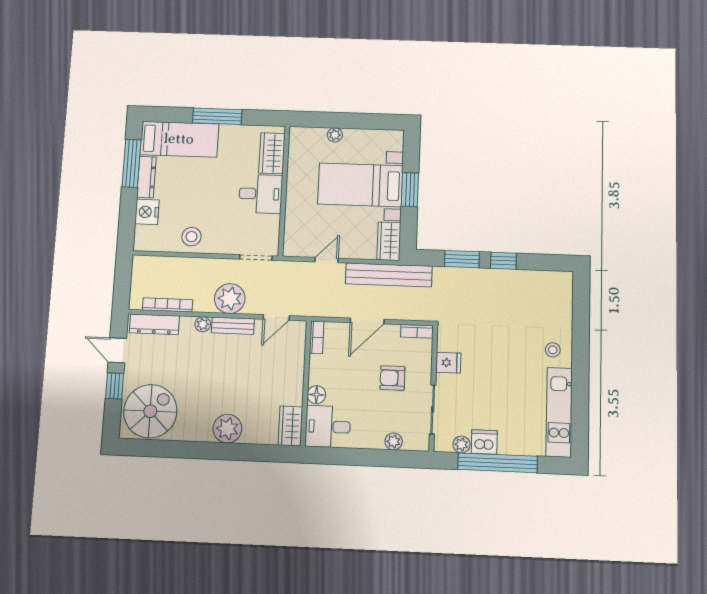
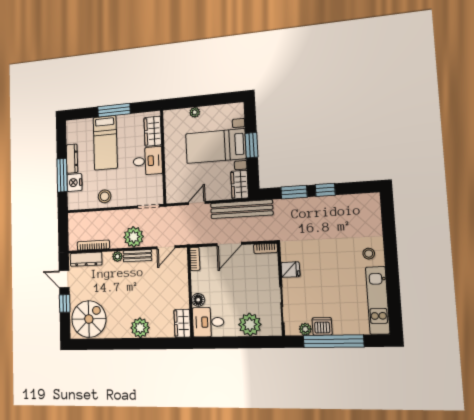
bed: (179, 139) -> (105, 143), moved, turned 90
window: (131, 163) -> (62, 175), moved
armchair: (392, 378) -> (251, 284), removed
plant: (394, 441) -> (250, 325), width x1.88, depth x1.88

